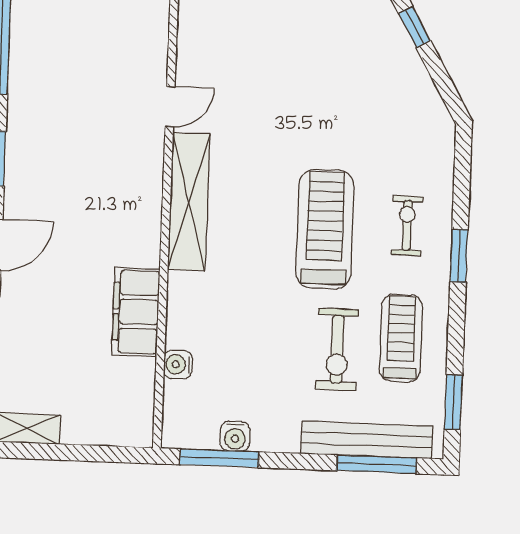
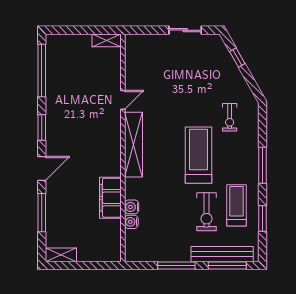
exercise bike: (407, 225) -> (230, 117), moved, turned 180
window: (459, 256) -> (263, 165), width x1.44
window: (453, 402) -> (263, 219), moved
water cooler: (235, 436) -> (132, 207), moved, turned 90
window: (219, 458) -> (176, 266), moved

